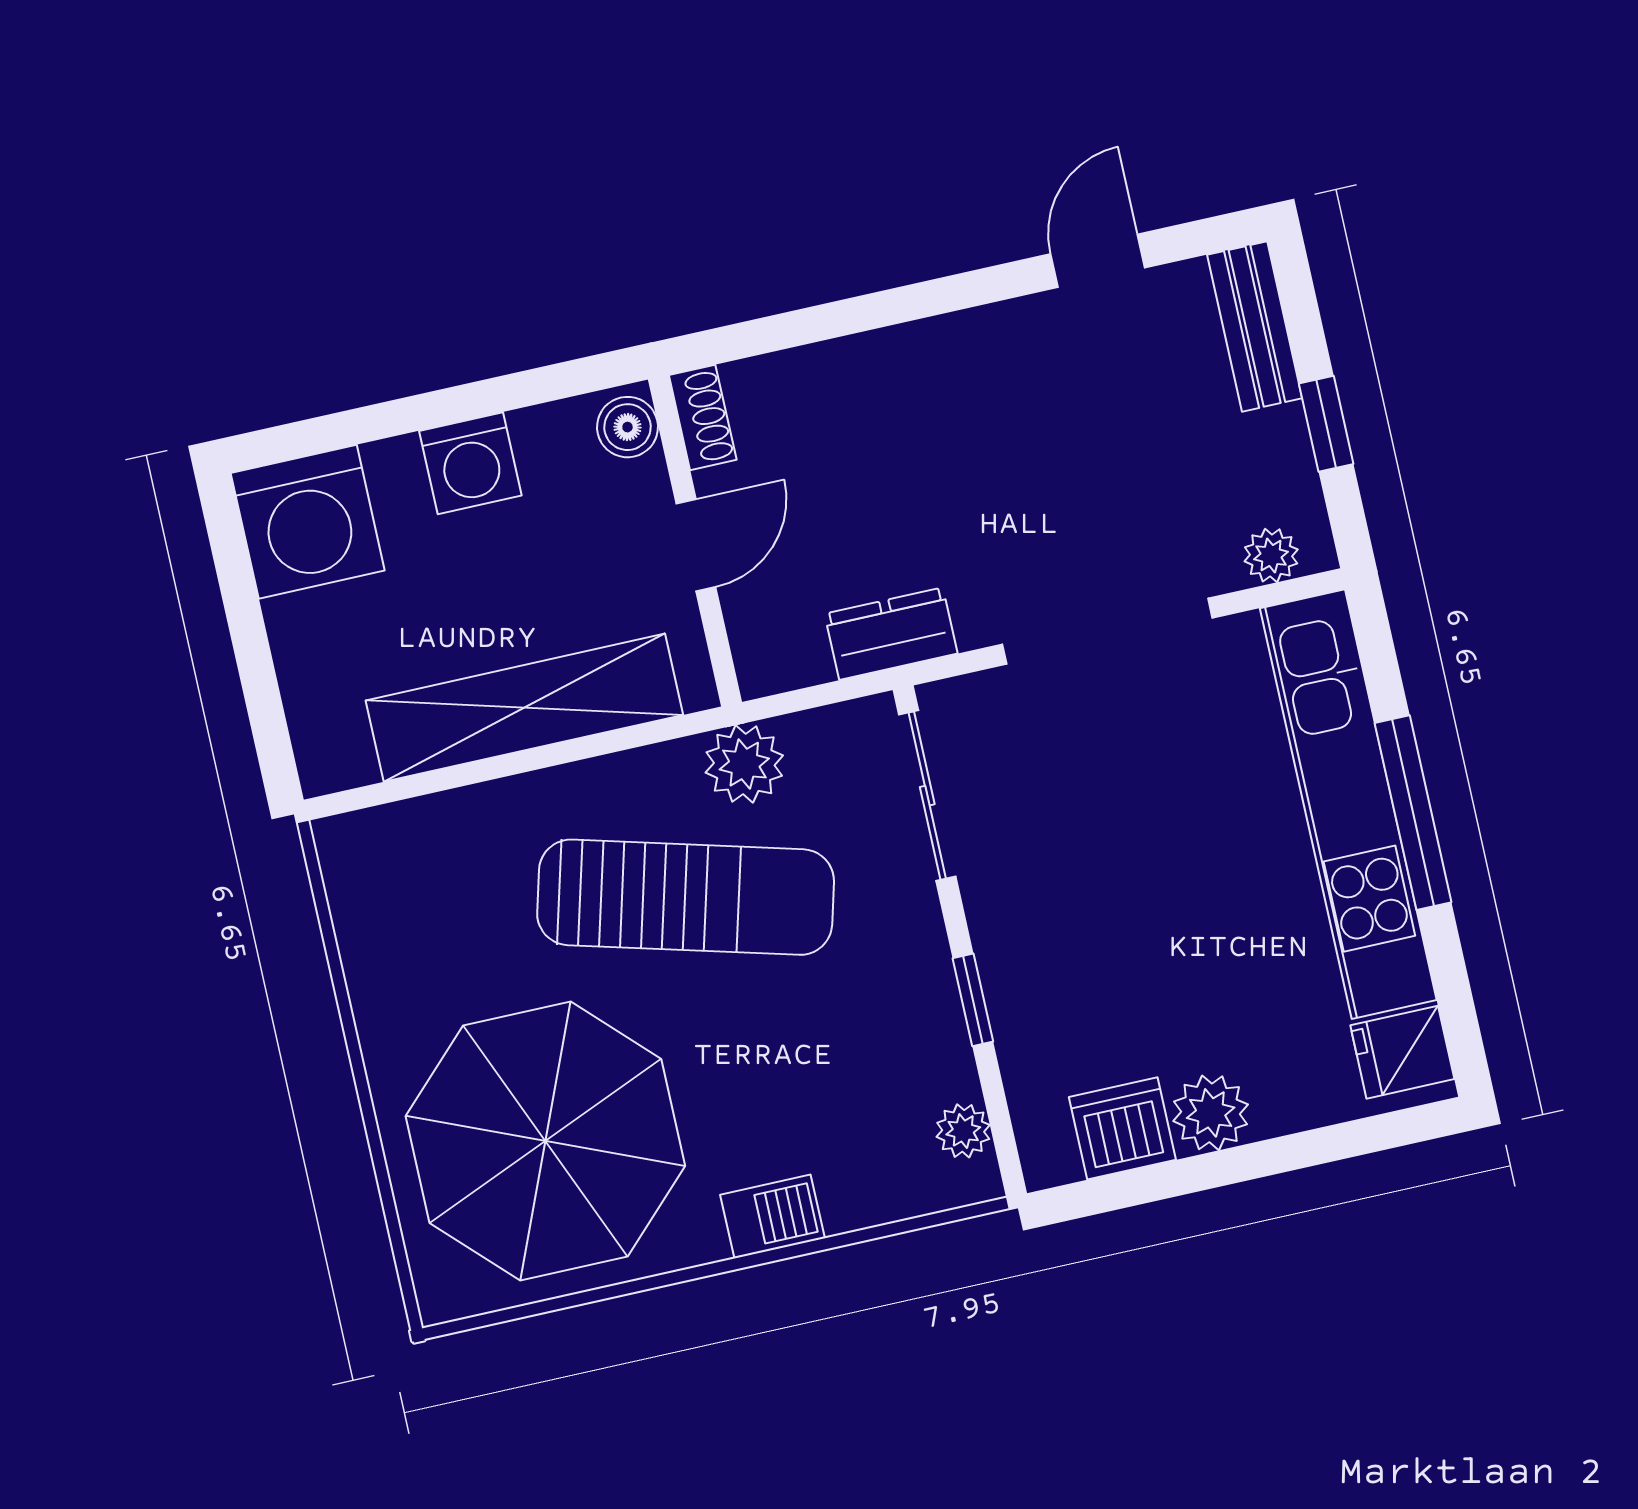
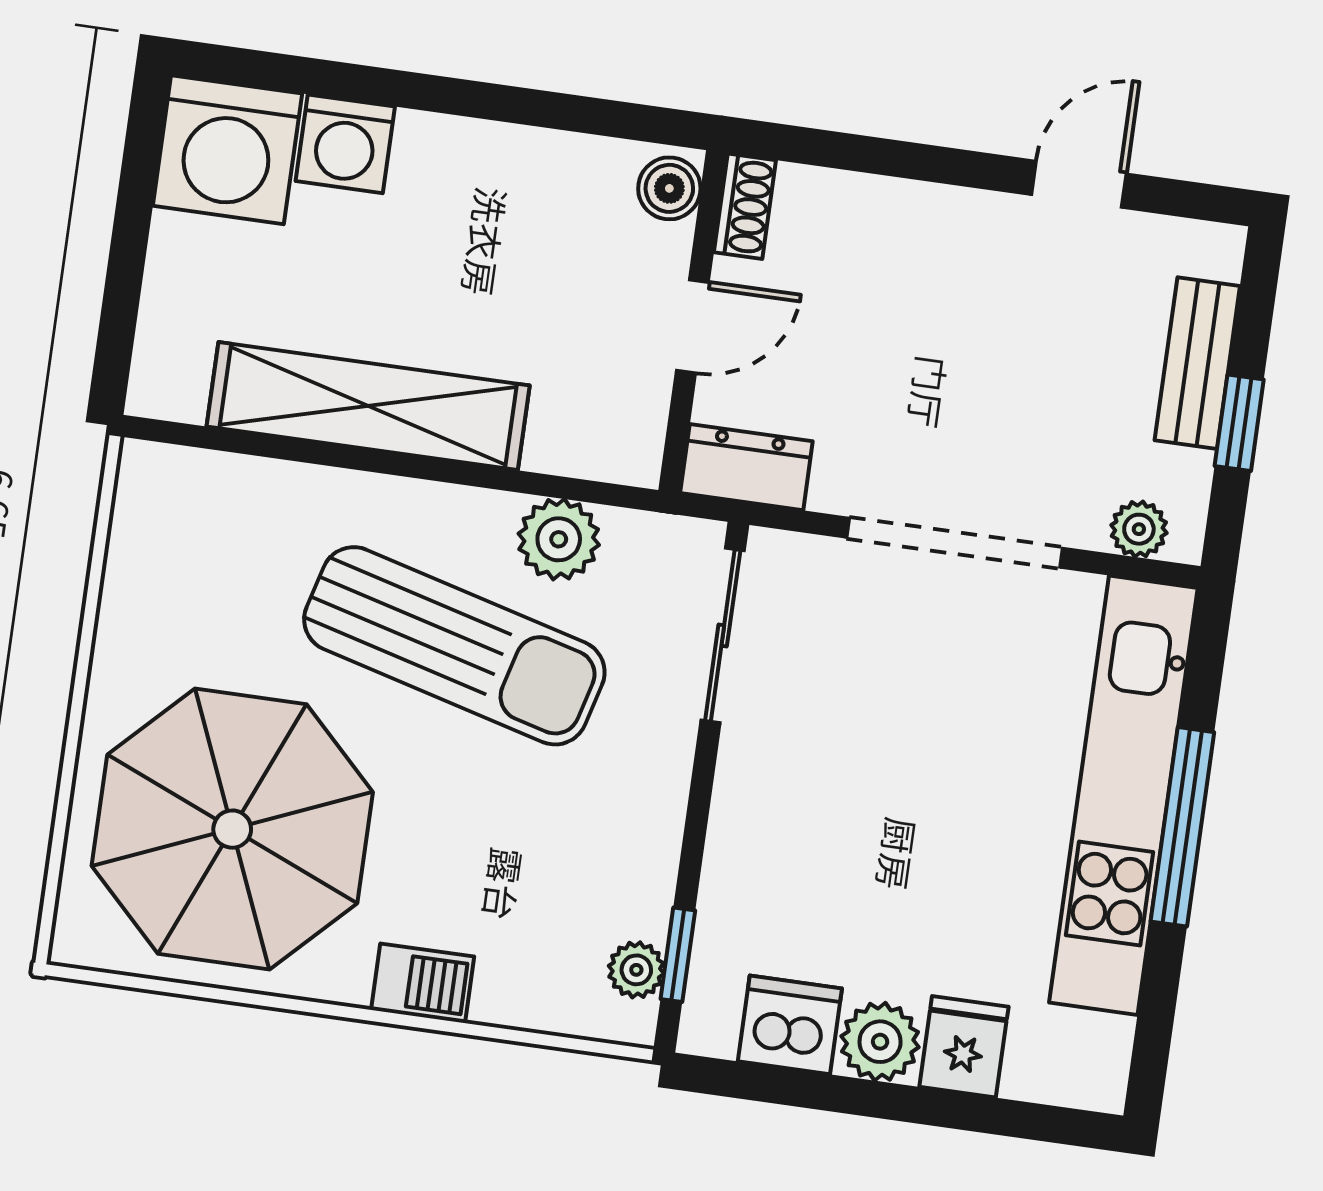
bench: (1255, 327) -> (1197, 363), moved
shoe rack: (703, 417) -> (745, 206), moved
boiler: (627, 427) -> (669, 188), moved
washing machine: (470, 463) -> (345, 144), moved
wall: (695, 541) -> (693, 322), moved
door: (696, 545) -> (692, 326), moved
window: (973, 1000) -> (678, 955), moved
fridge: (1402, 1052) -> (964, 1047), moved, turned 90

